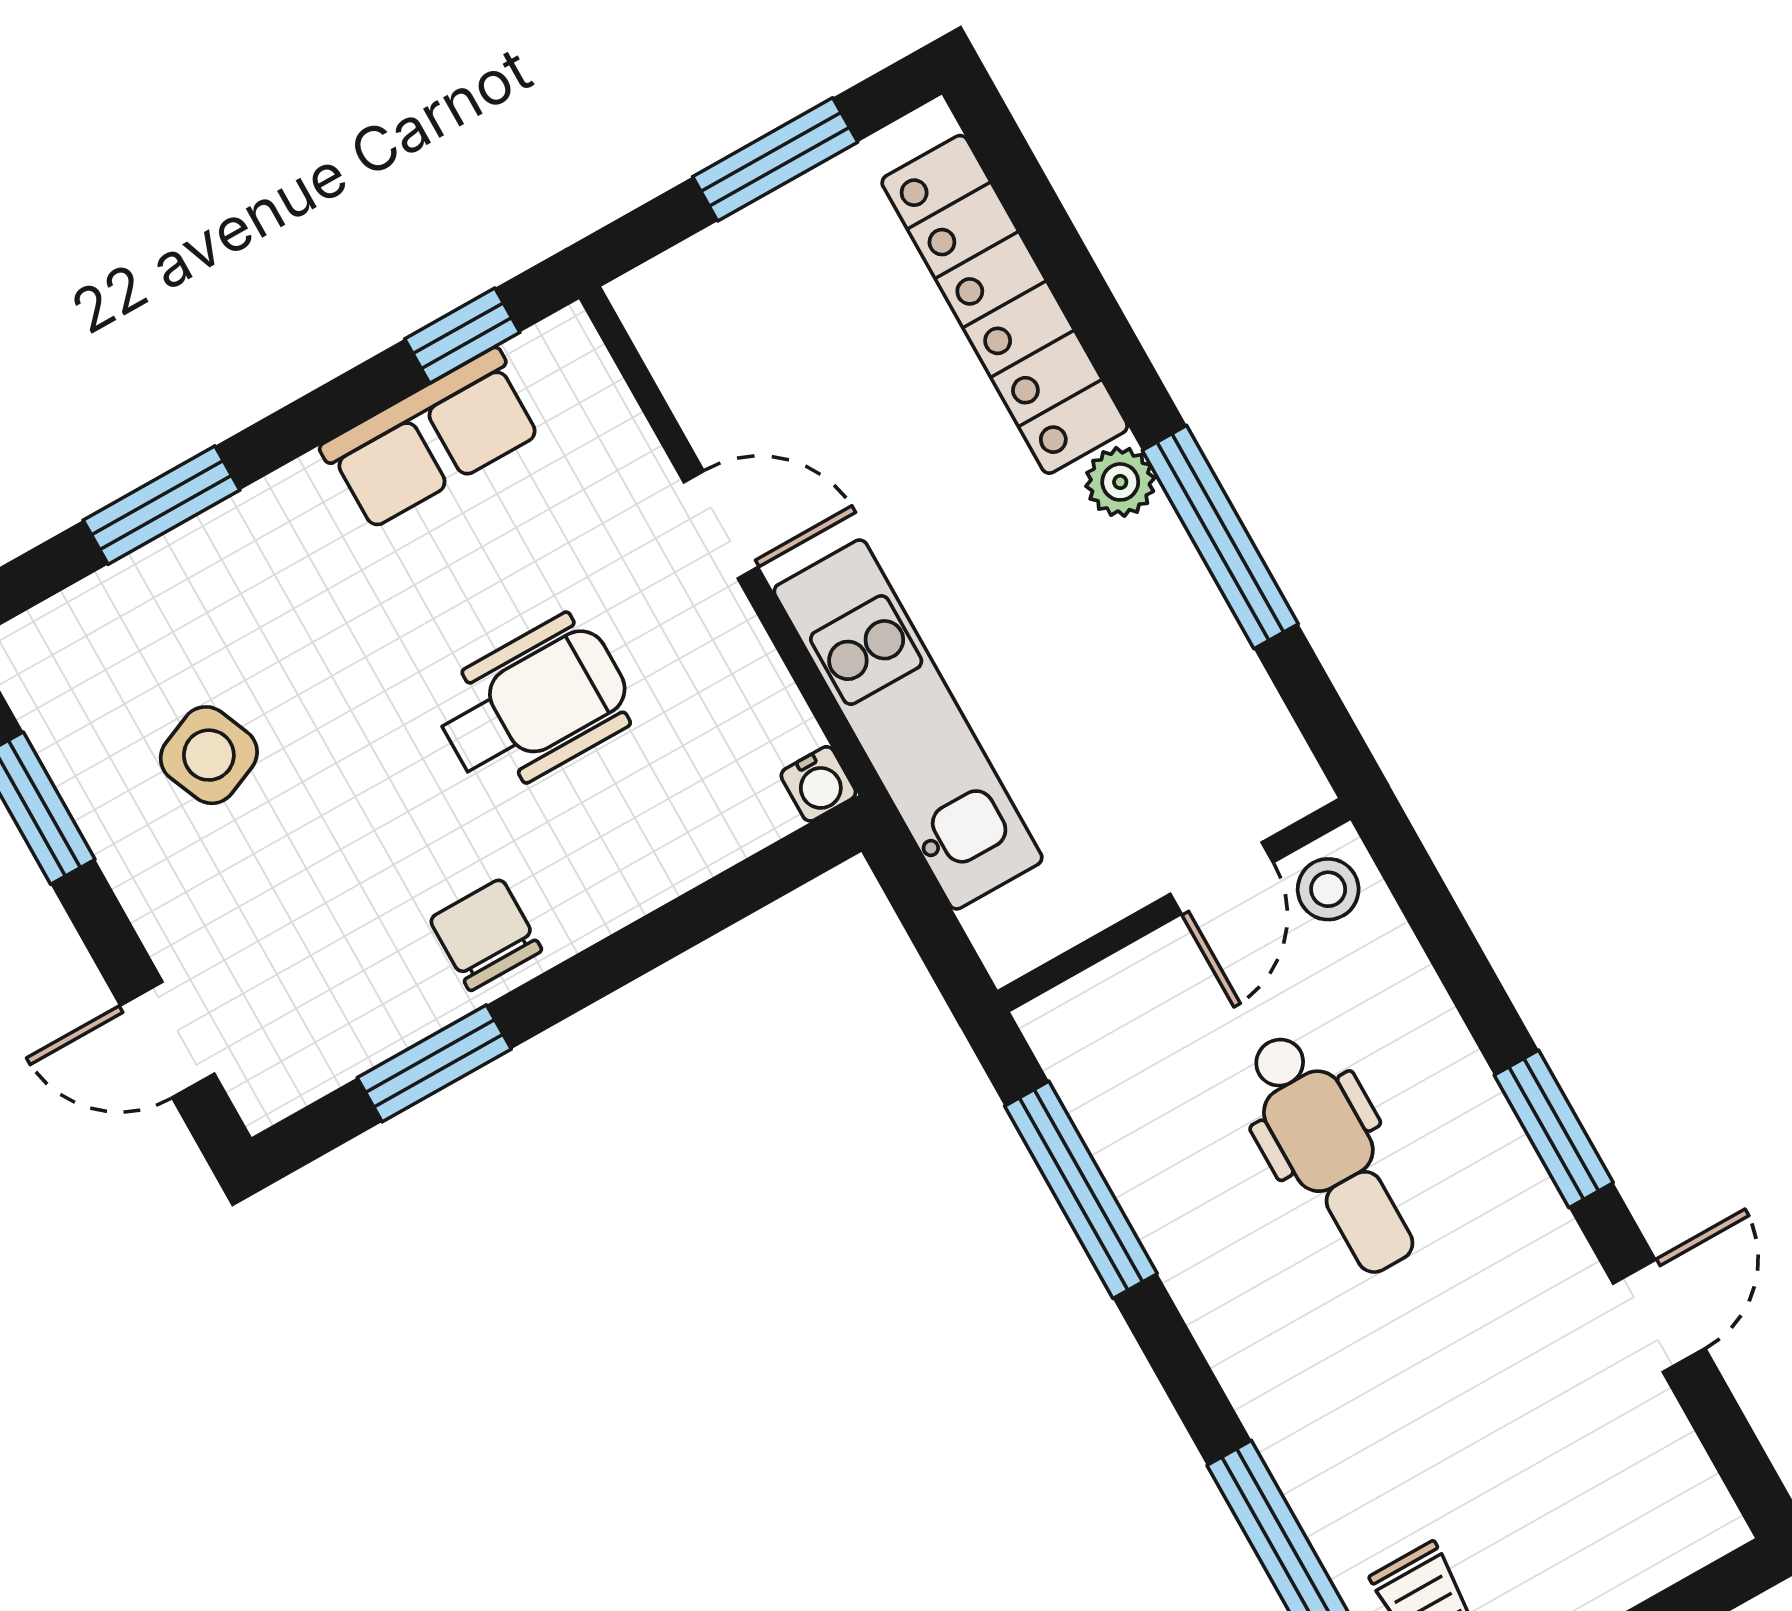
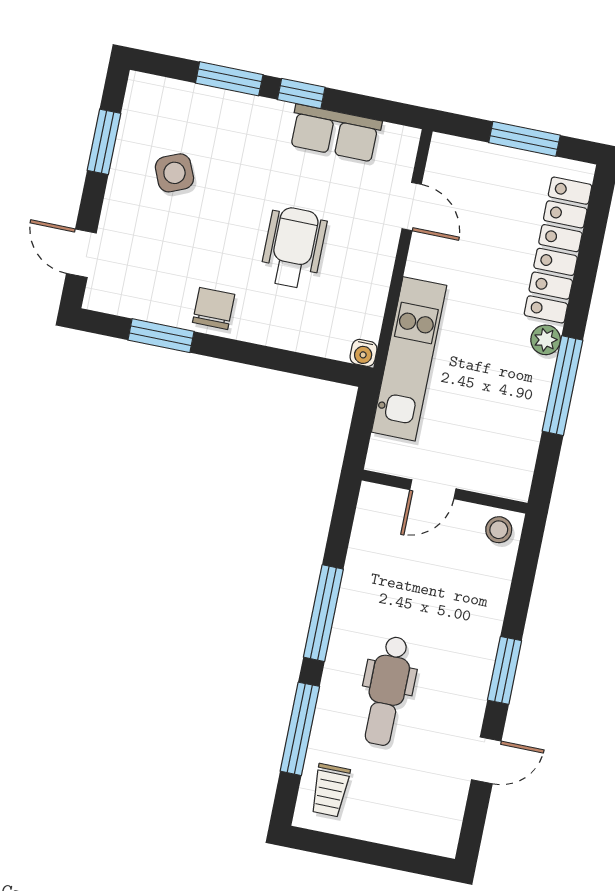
window: (462, 336) -> (301, 93), moved
door: (721, 525) -> (412, 207), moved
wheelchair: (534, 705) -> (294, 248), turned -90
door: (1222, 878) -> (433, 489), moved
dental chair: (1331, 1153) -> (387, 691), moved
window: (1081, 1190) -> (323, 613), moved

